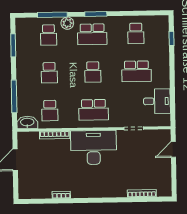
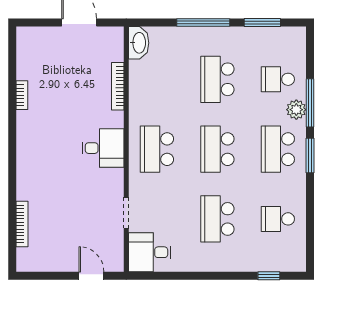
window: (52, 15) -> (310, 103), moved
school desk: (93, 72) -> (217, 149), width x1.85
school desk: (49, 73) -> (217, 79), width x1.85
window: (14, 96) -> (203, 22), moved
desk: (157, 101) -> (150, 252), moved, turned 90
school desk: (50, 111) -> (157, 79), removed
desk: (94, 147) -> (103, 148), width x0.53, depth x0.77

